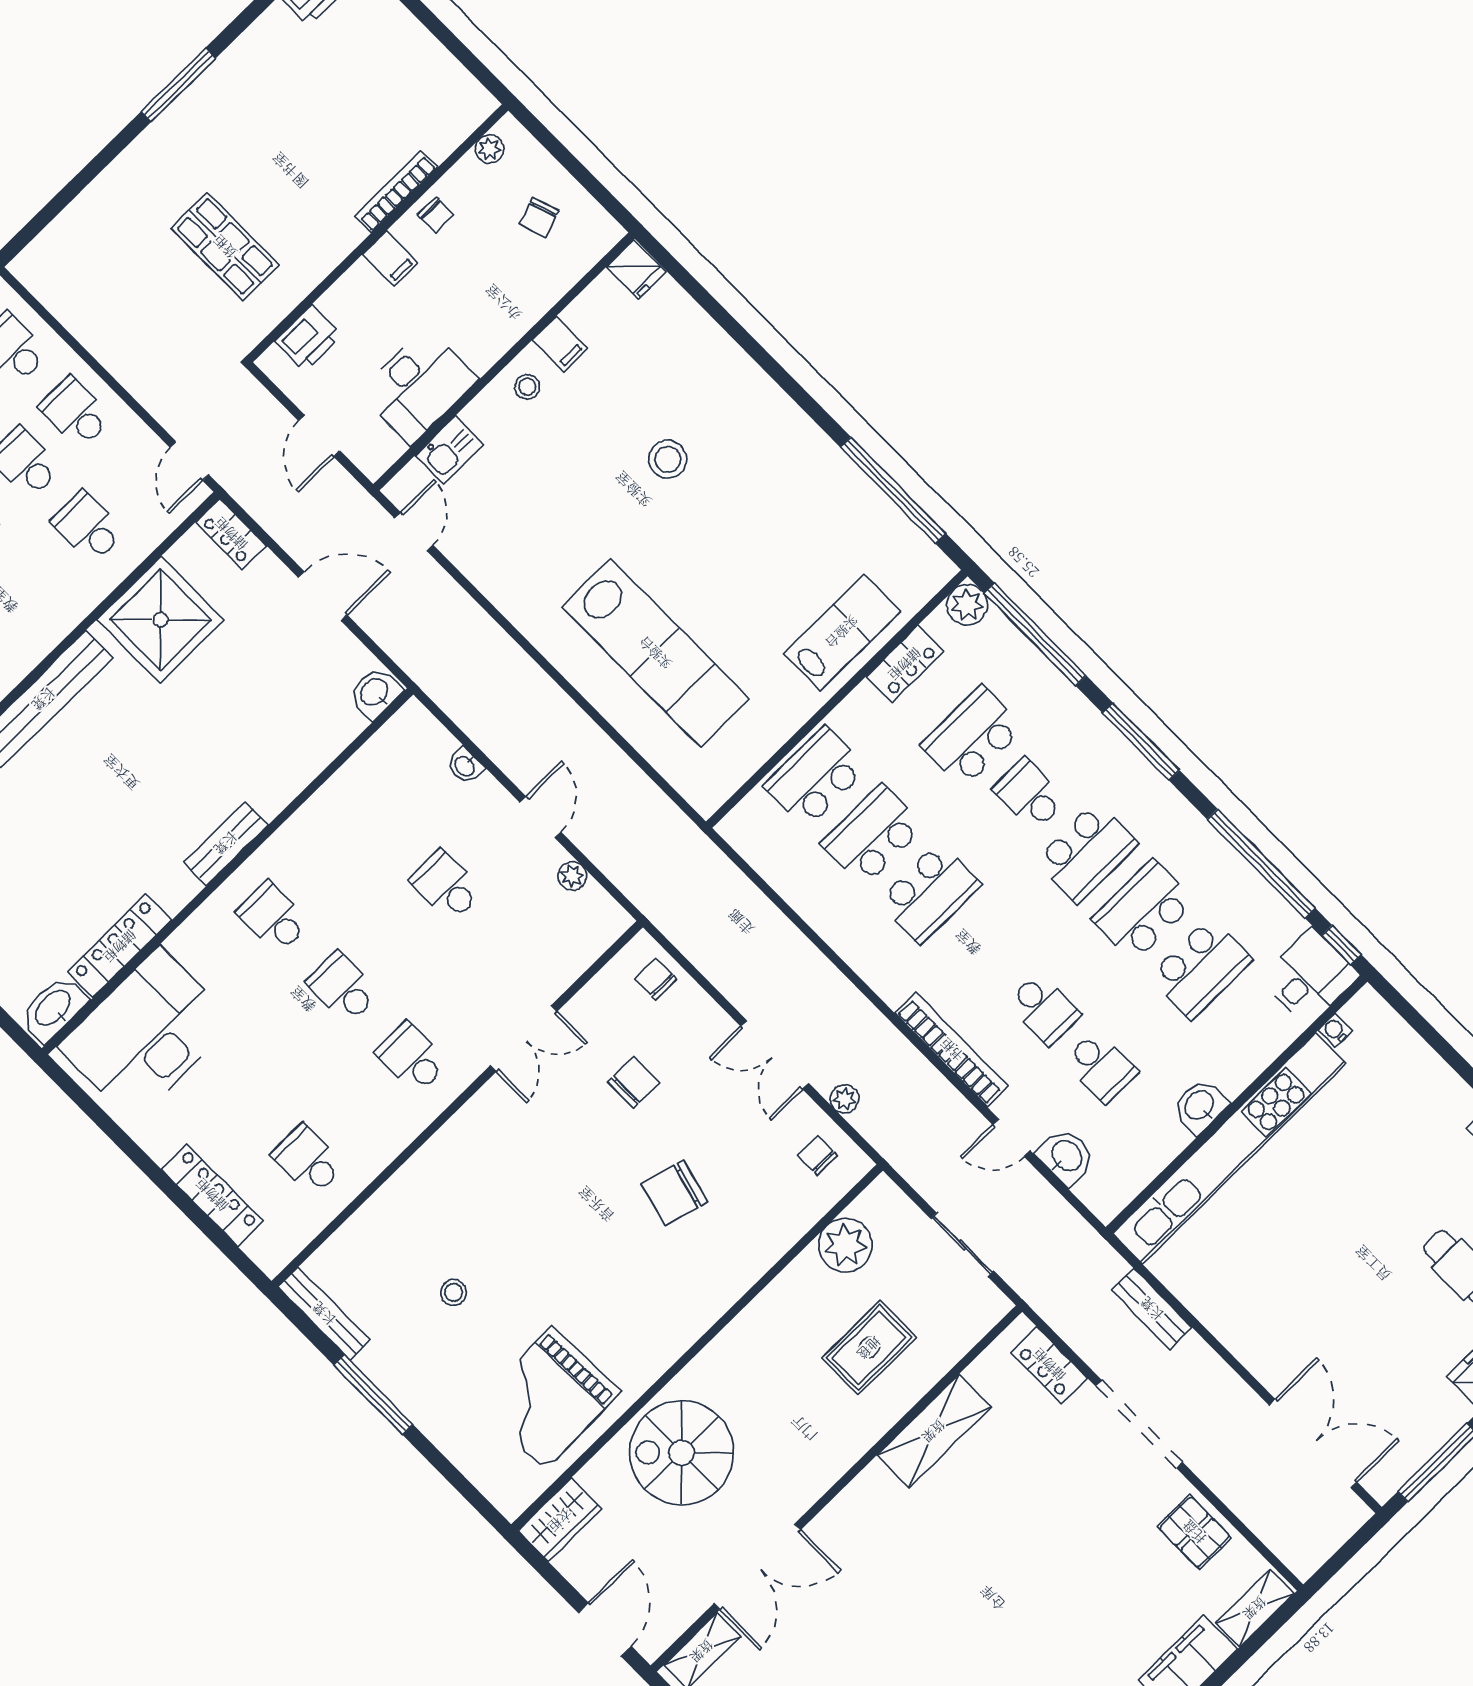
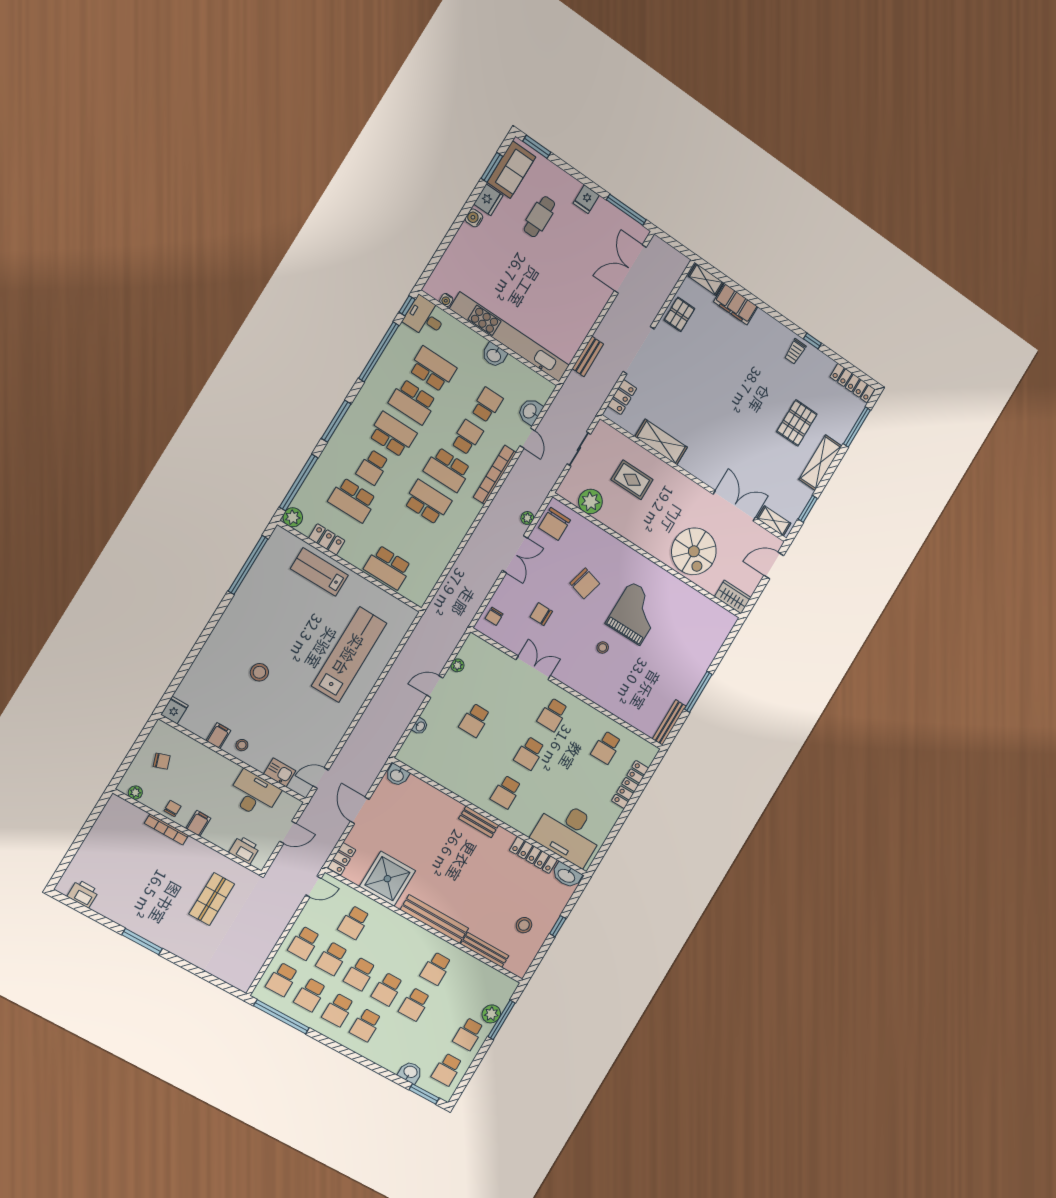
school desk: (873, 835) -> (447, 470), moved
chair: (817, 1155) -> (554, 524), width x1.87, depth x1.87
stool: (454, 1292) -> (603, 648), moved
grand piano: (548, 1398) -> (635, 613), moved, turned -88

